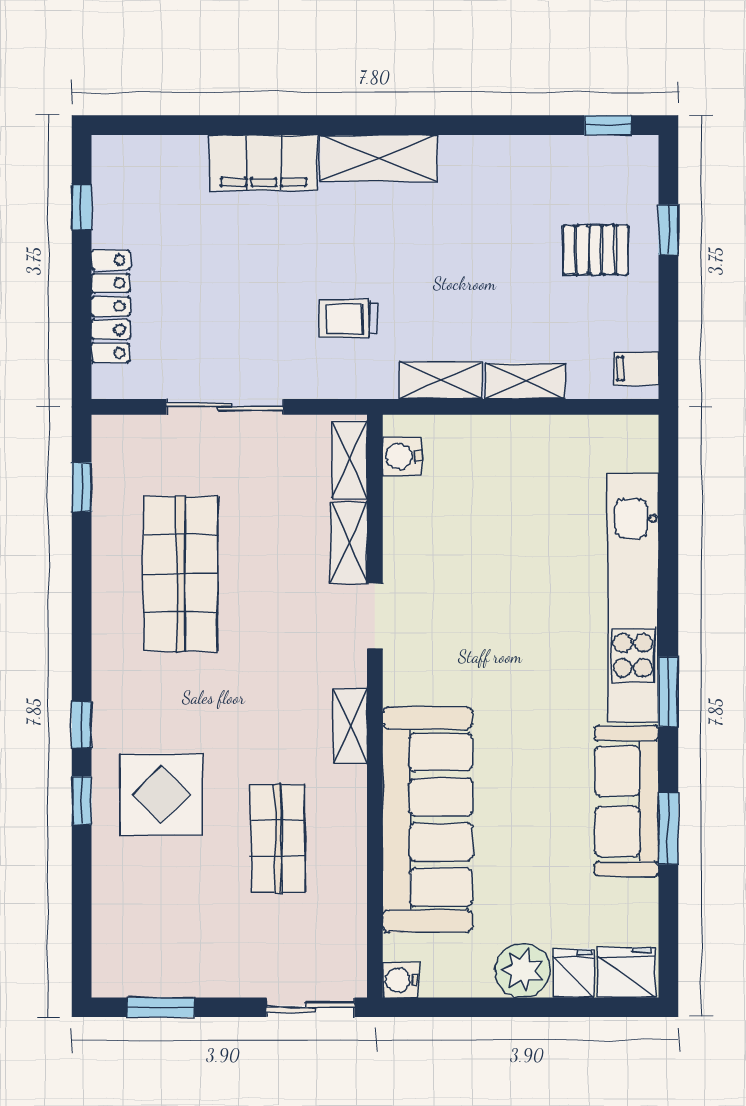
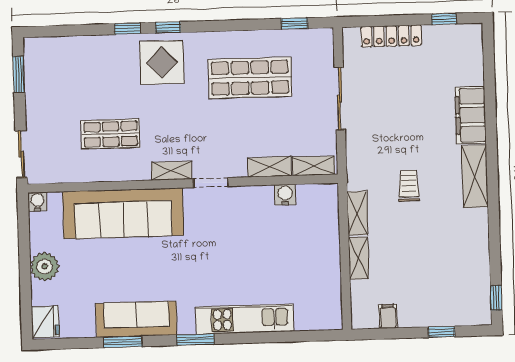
pallet: (596, 250) -> (430, 293), removed
trolley: (348, 319) -> (409, 186), moved
filing cabinet: (636, 369) -> (388, 316), moved
water cooler: (402, 456) -> (285, 195), moved
kitchen unit: (633, 598) -> (245, 319), width x0.73
doorway: (375, 616) -> (211, 183), moved
display table: (161, 794) -> (162, 62), moved
fridge: (574, 973) -> (44, 294), removed

